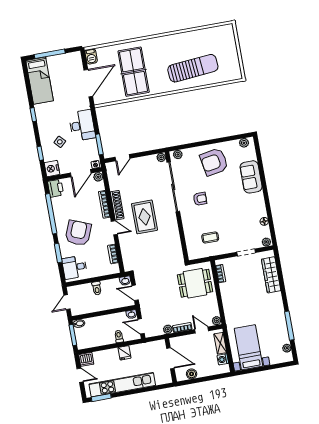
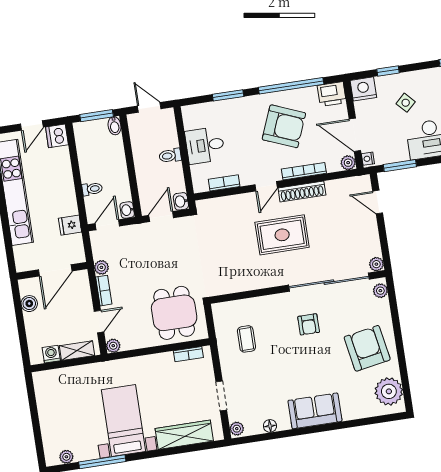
plant: (244, 143) -> (389, 391), width x1.88, depth x1.88
sofa: (251, 177) -> (315, 411), moved
armchair: (78, 233) -> (284, 126), moved
desk: (75, 267) -> (205, 145), moved, turned -90
bed with nightstands: (248, 347) -> (123, 421), moved, turned -90
fridge: (124, 353) -> (70, 225), moved

